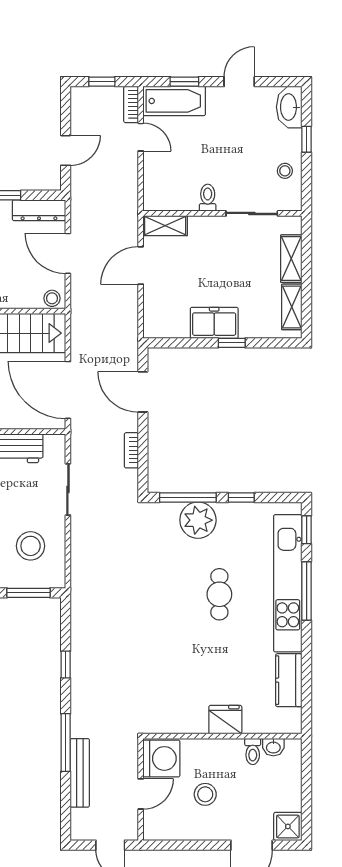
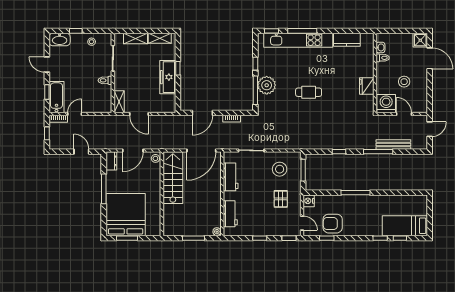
dresser: (39, 210) -> (111, 161), width x0.70
freezer: (214, 323) -> (168, 77), width x1.40
cafe table: (219, 594) -> (309, 92), moved
fridge: (225, 720) -> (367, 86), moved

